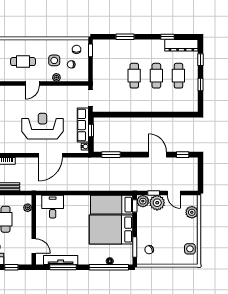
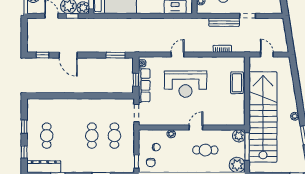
side table: (54, 60) -> (174, 151), removed
cafe table: (156, 76) -> (114, 136), moved
door: (50, 155) -> (178, 55), width x0.53

